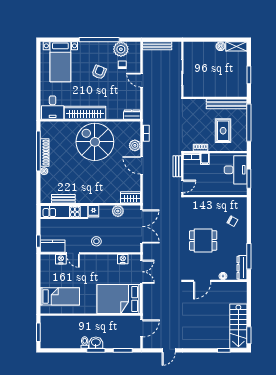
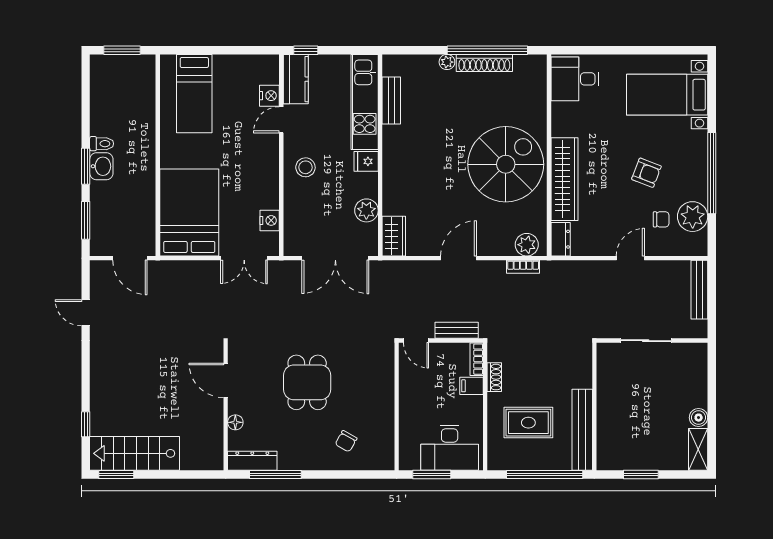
wardrobe: (85, 113) -> (565, 179), moved
plant: (135, 145) -> (527, 245), moved

